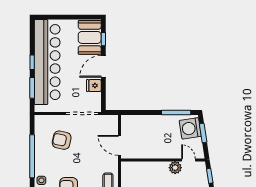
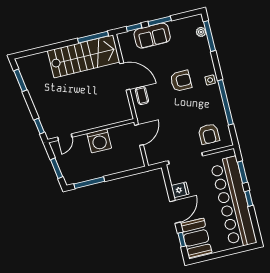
washing machine: (190, 128) -> (99, 141), moved, turned 99
armchair: (62, 140) -> (209, 134), moved, turned 78
door: (119, 145) -> (139, 135), hinge flipped
door: (188, 160) -> (65, 137), hinge flipped
plant: (175, 168) -> (76, 126), removed

